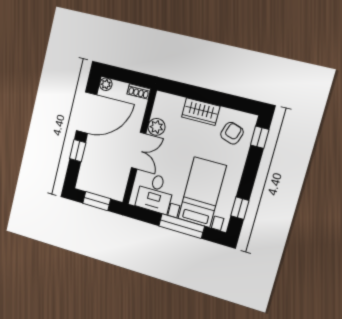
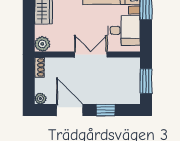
door: (87, 113) -> (70, 110), width x0.73
plant: (156, 127) -> (42, 44), moved

